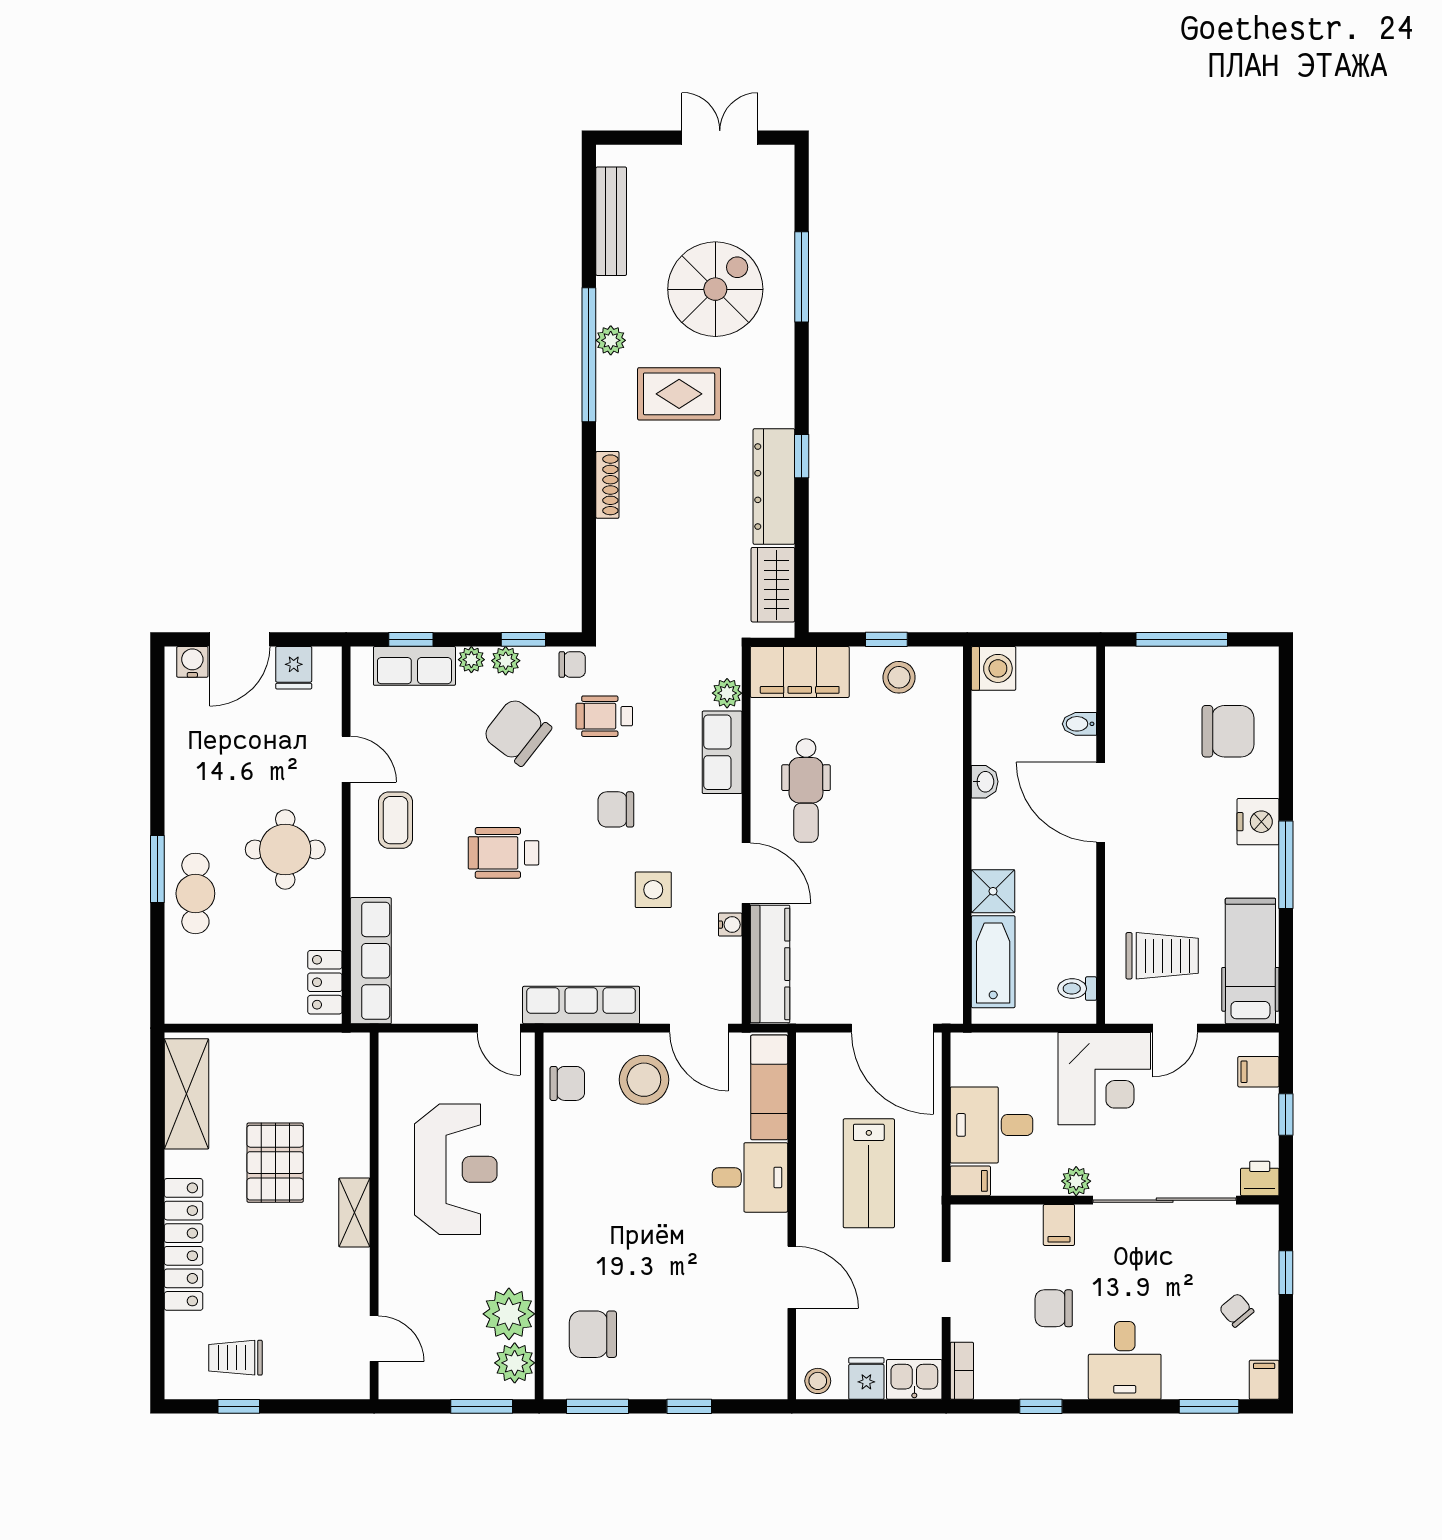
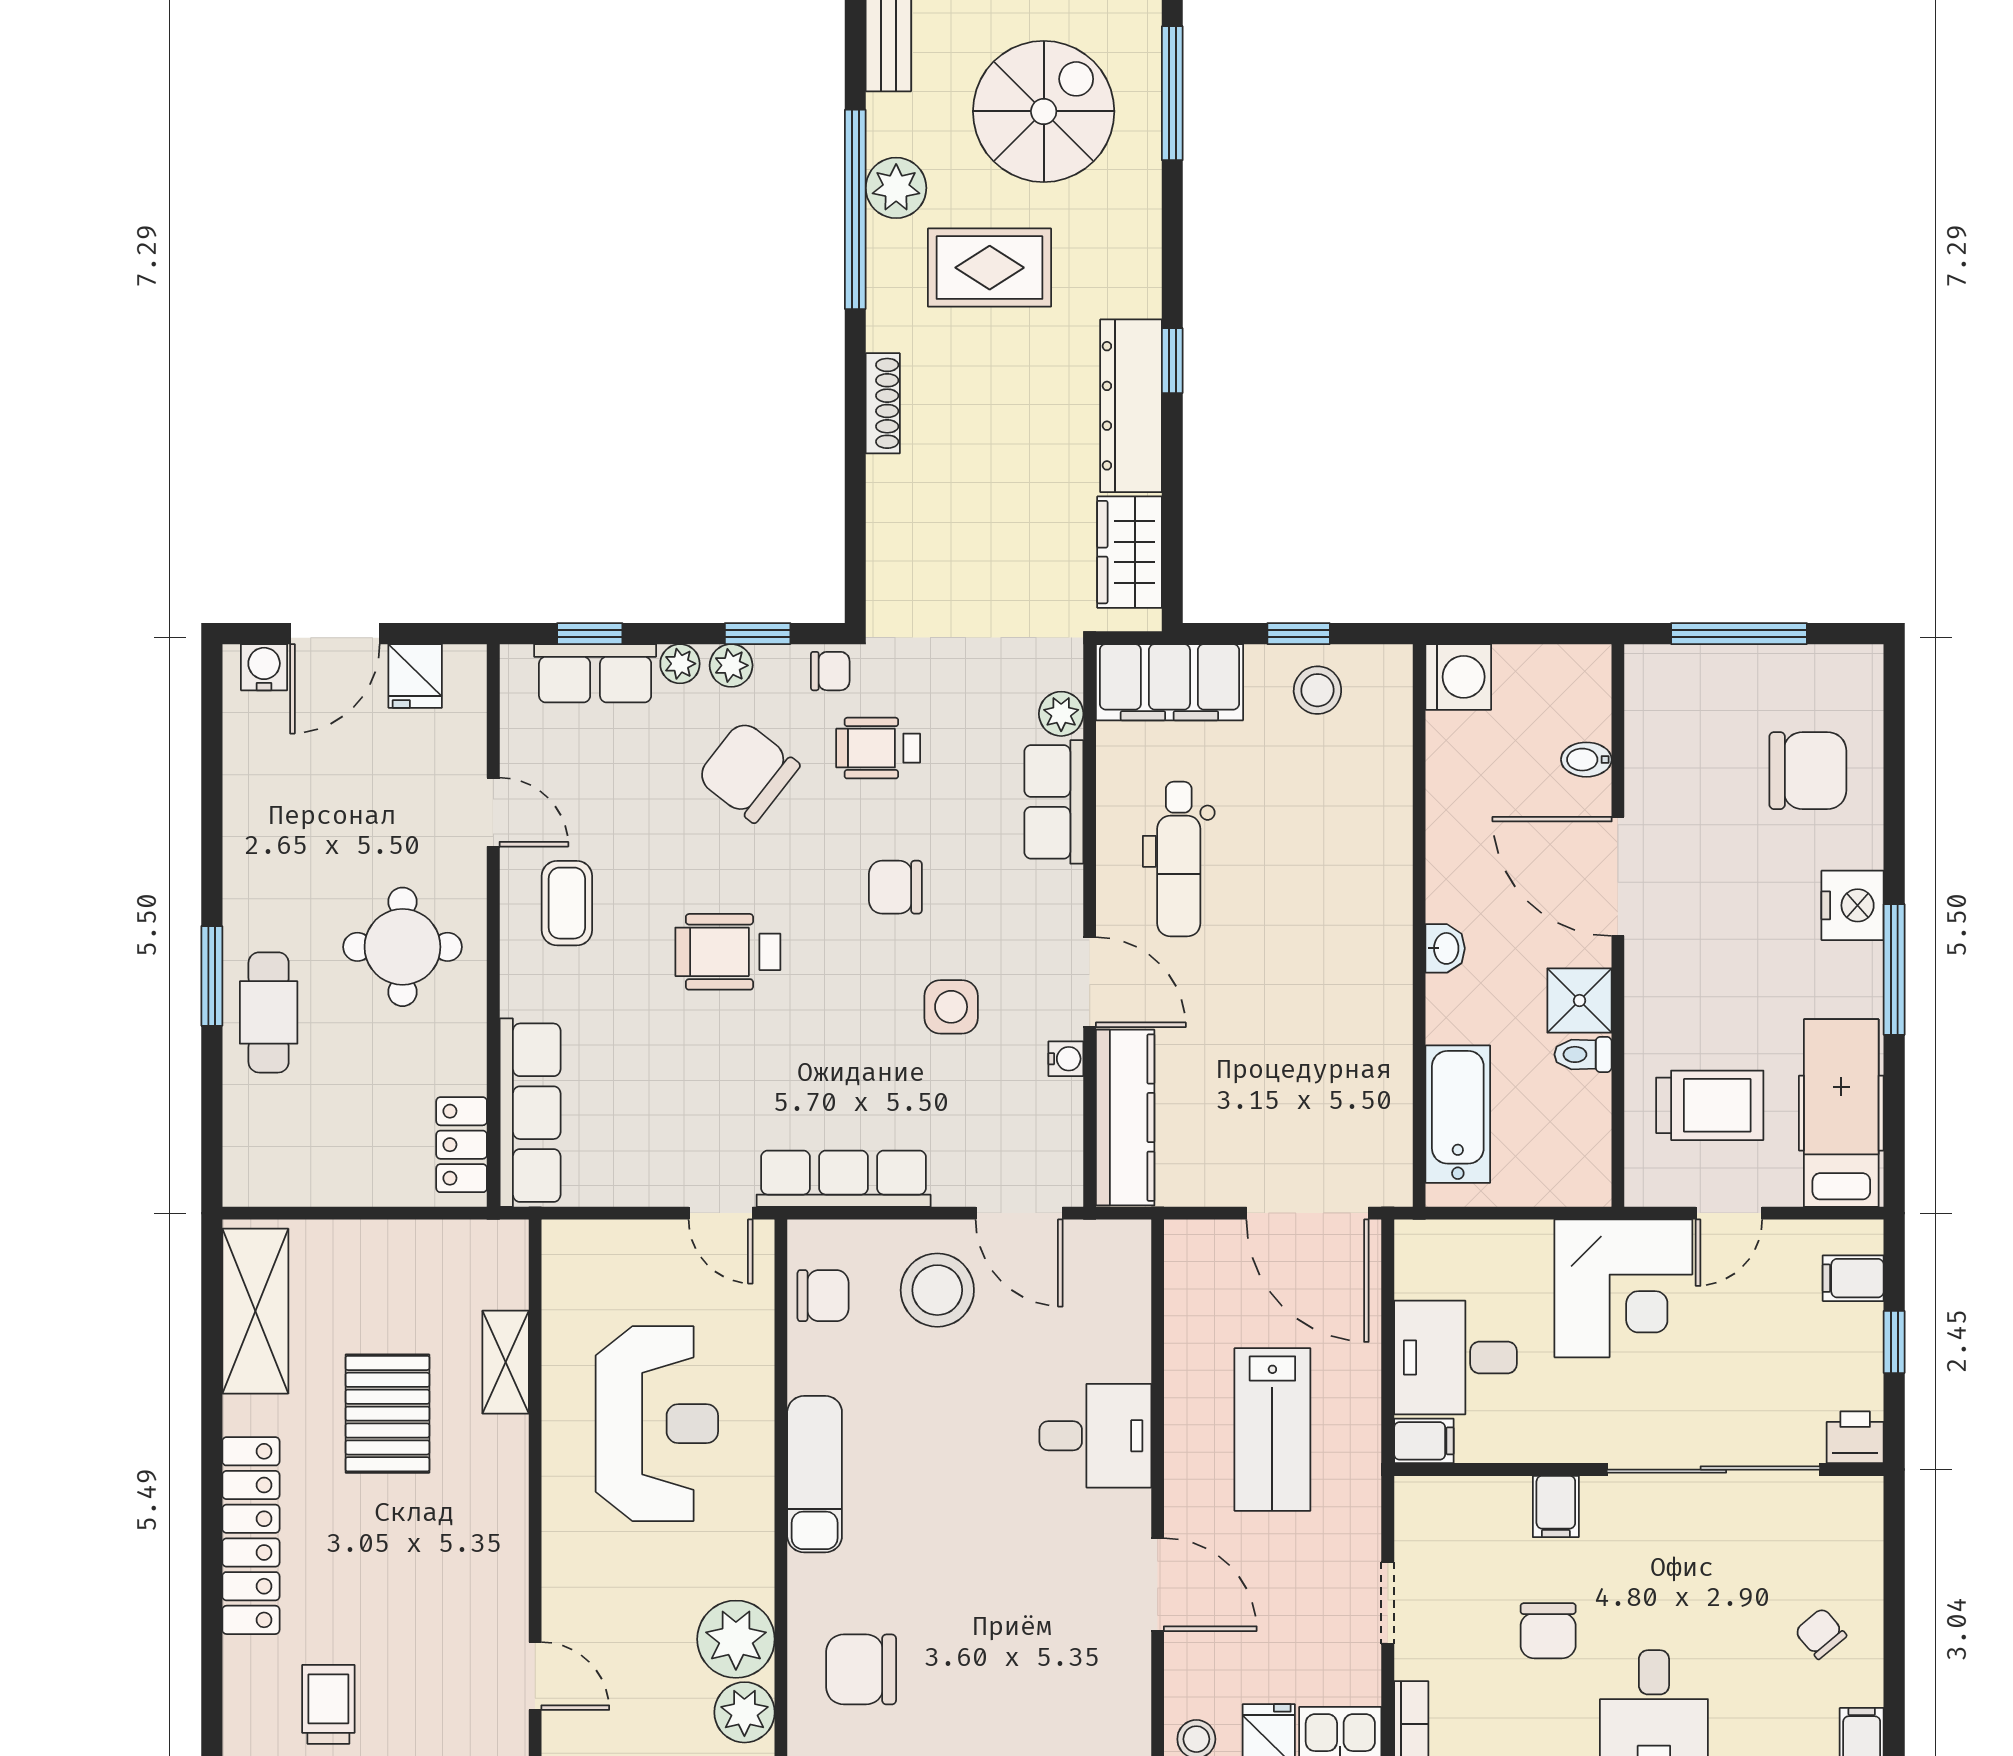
plant: (611, 340) -> (896, 188), width x1.38, depth x1.38
washbasin: (985, 782) -> (1445, 948), moved
shower: (993, 891) -> (1580, 1001), moved
toilet: (1077, 989) -> (1583, 1054), moved
exam couch: (769, 1087) -> (815, 1474), moved, turned 180
plant: (1076, 1181) -> (1582, 1441), removed
shelving: (354, 1212) -> (506, 1362), moved
window: (1286, 1273) -> (1894, 1578), removed
chair: (1054, 1308) -> (1548, 1631), turned -90
trolley: (235, 1358) -> (328, 1704), turned 90

